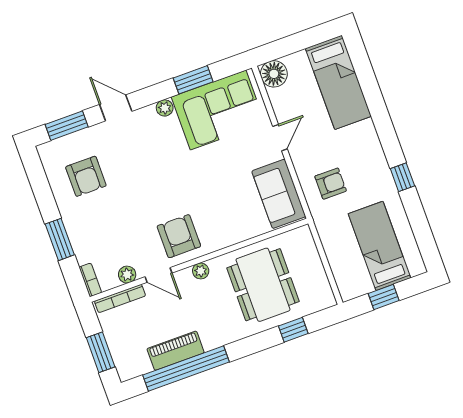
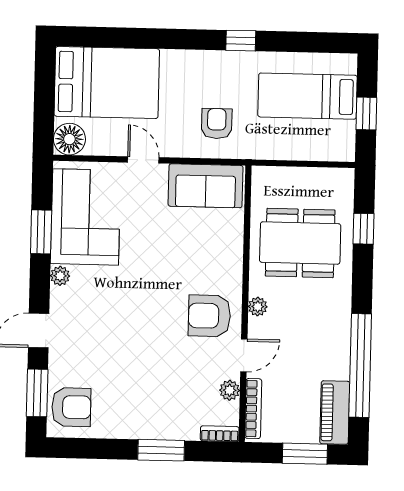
bed: (338, 82) -> (107, 82), width x1.50
armchair: (86, 176) -> (71, 407), moved
piano: (176, 351) -> (335, 413), moved

